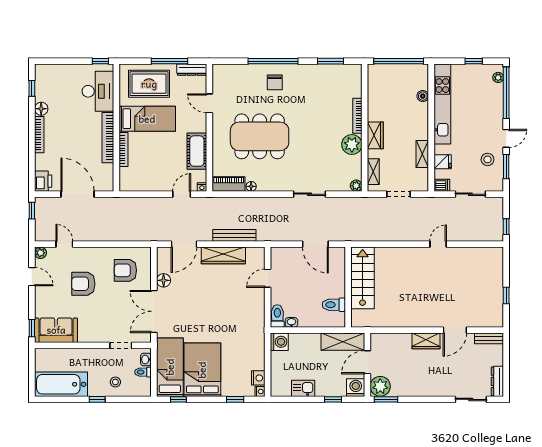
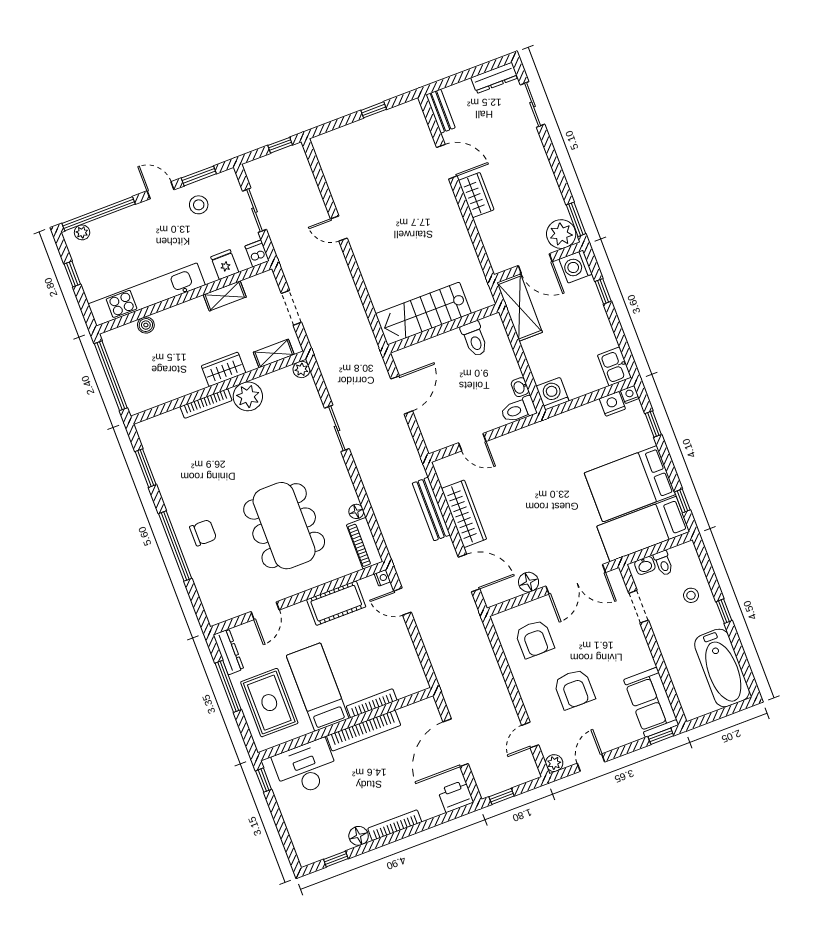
kitchen sink: (303, 388) -> (614, 366), moved

